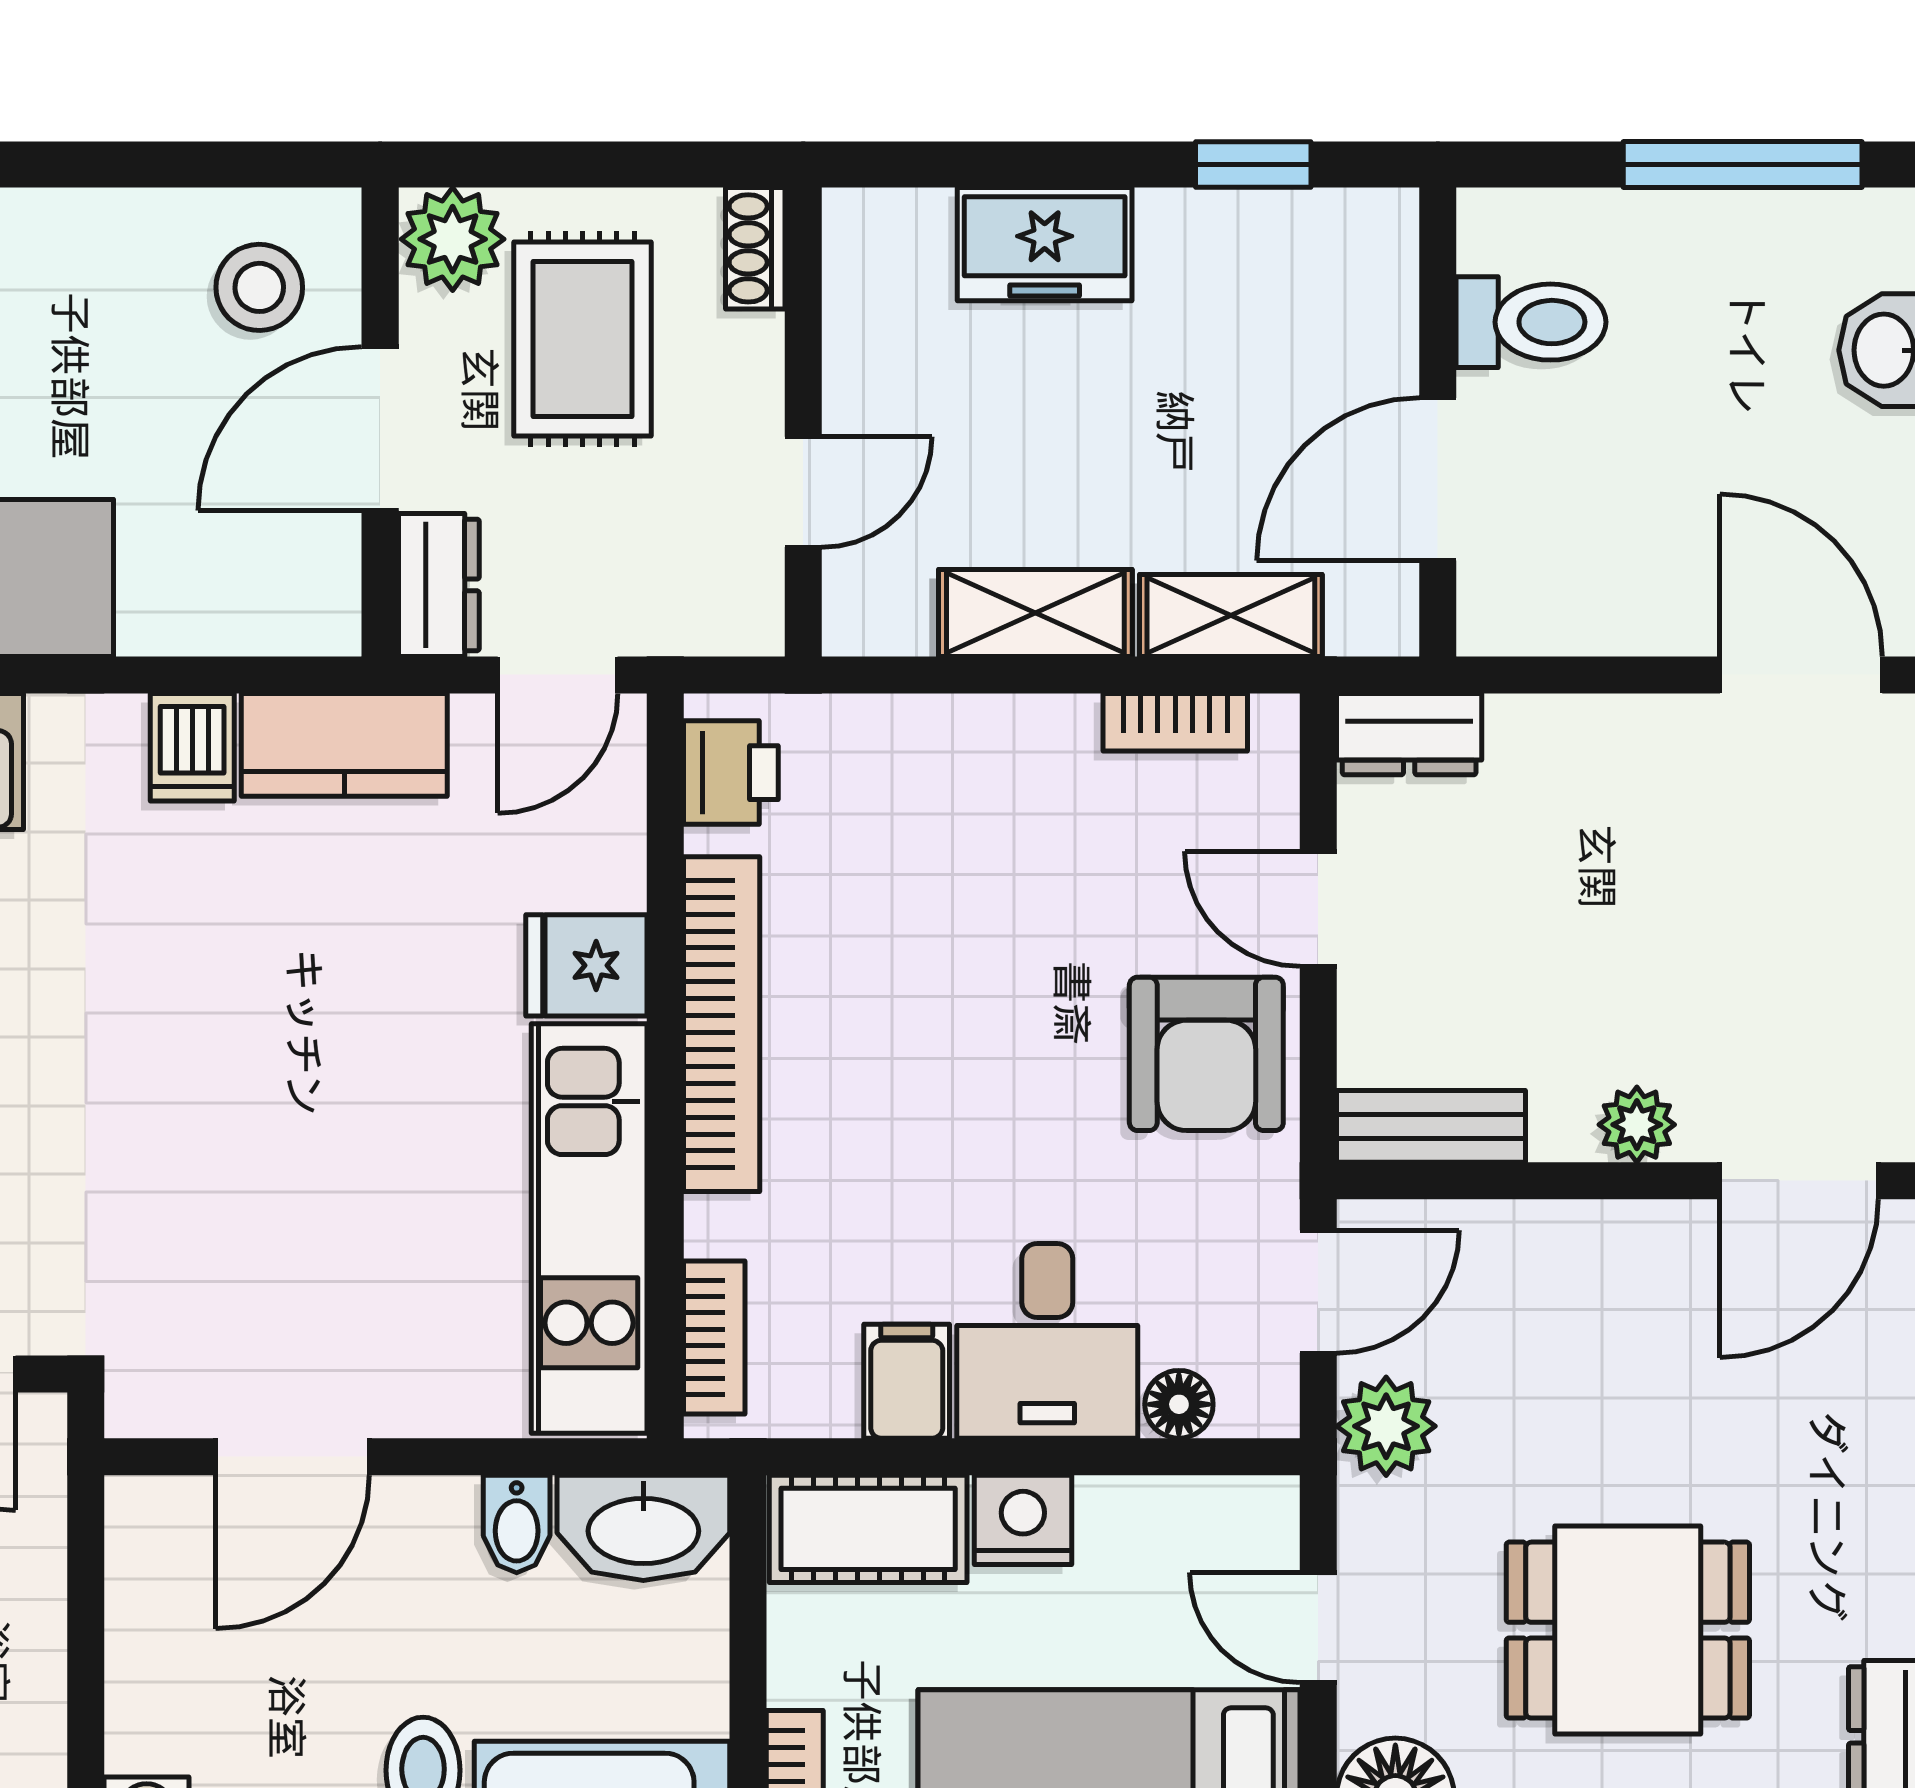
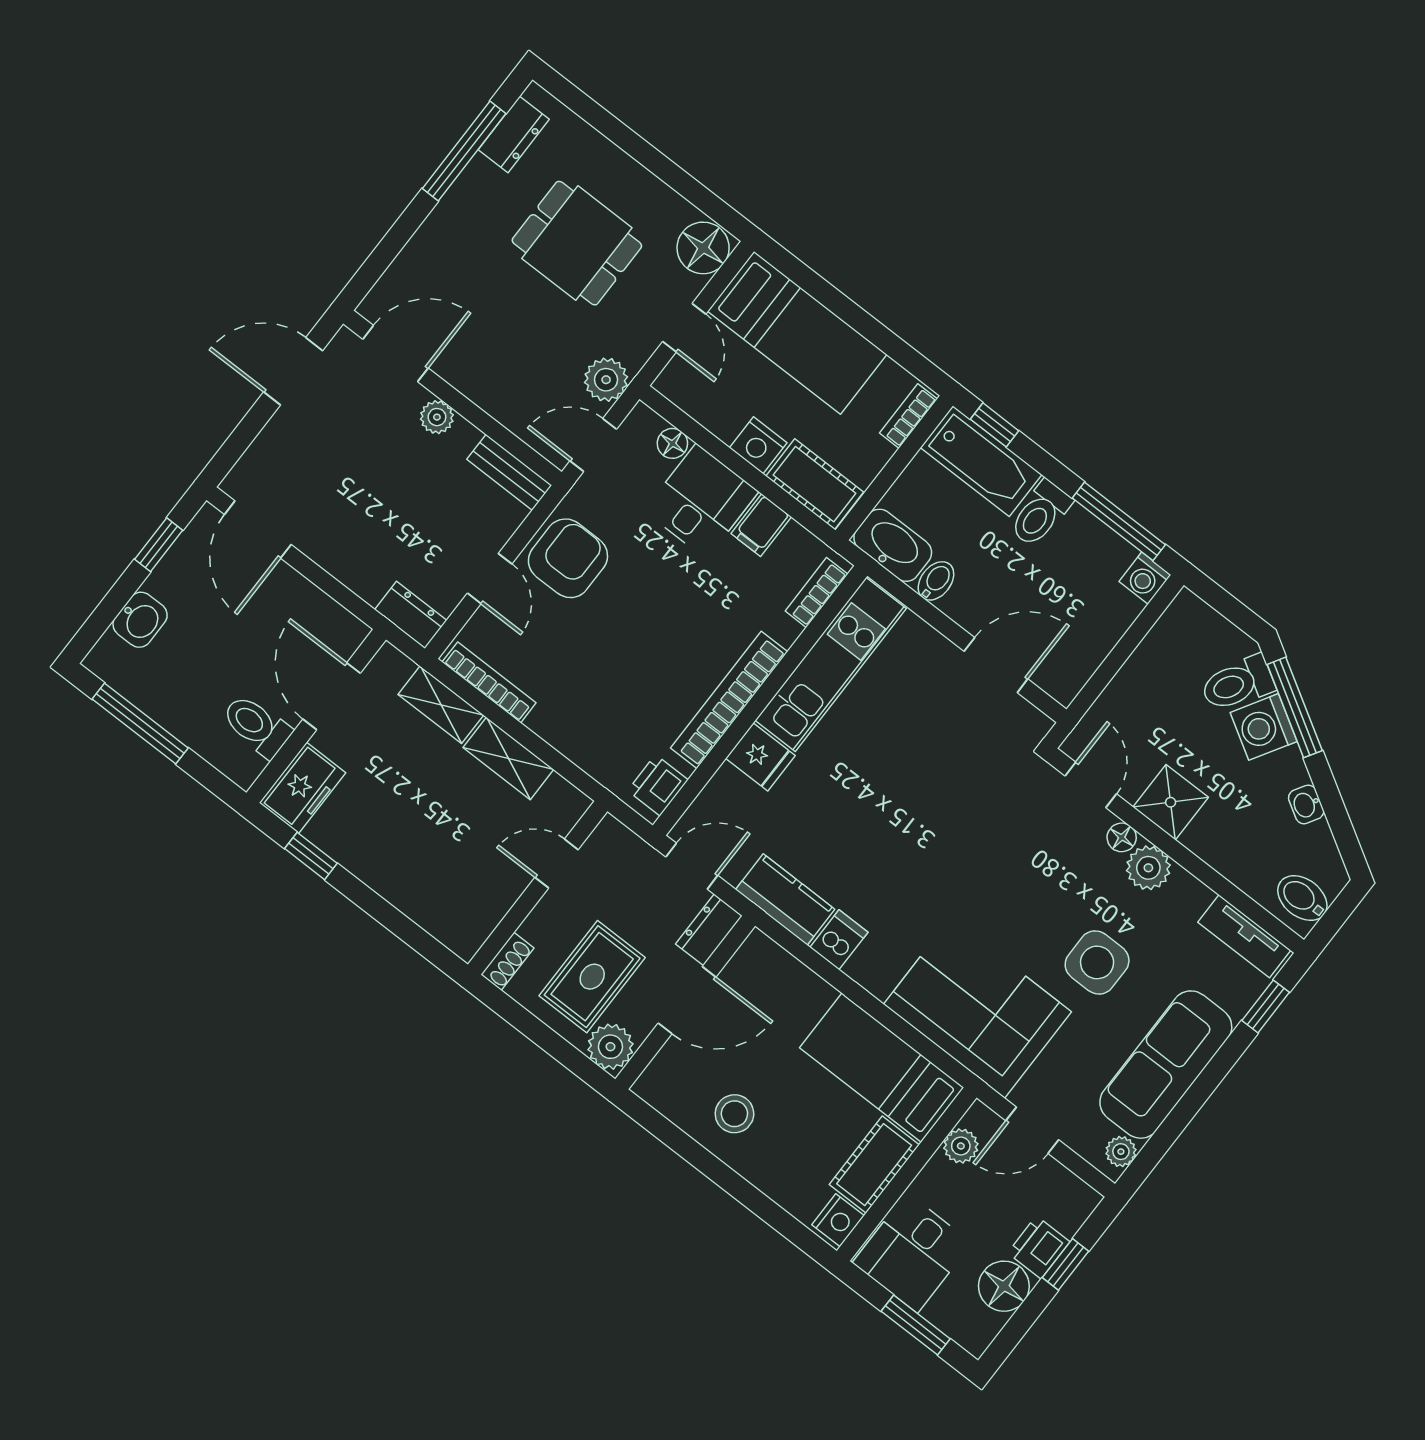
freezer: (1045, 244) -> (302, 788), moved, turned 90
stool: (259, 287) -> (734, 1114), moved
door: (1438, 479) -> (332, 696), swing flipped
bookcase: (1175, 722) -> (489, 682), width x1.56

